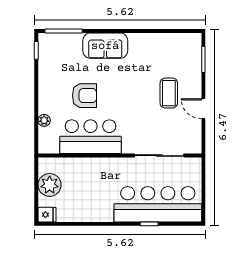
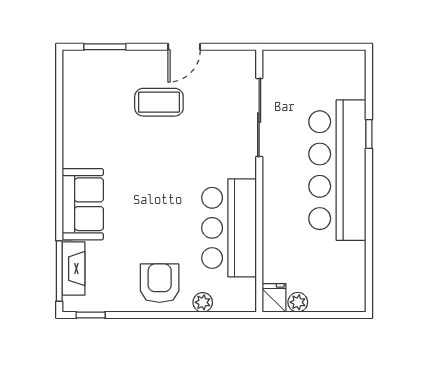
fireplace: (65, 40) -> (74, 269), added
armchair: (84, 96) -> (160, 283), moved
plant: (50, 185) -> (298, 302), width x0.53, depth x0.53
bar counter: (158, 204) -> (337, 170), moved
fridge: (47, 215) -> (274, 298), moved

